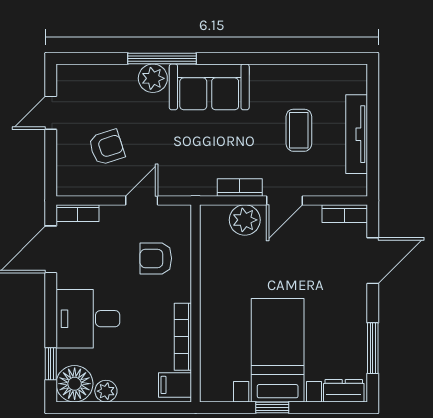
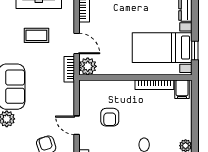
wall: (196, 303) -> (135, 77), moved
bookcase: (183, 337) -> (154, 85), moved
filing cabinet: (175, 385) -> (182, 89), moved

